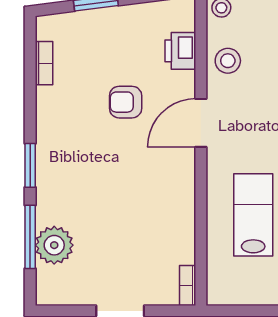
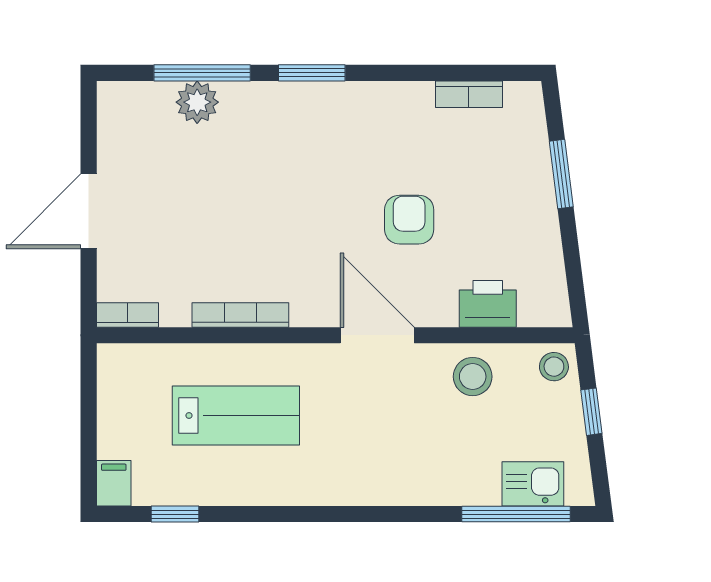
bookcase: (188, 212) -> (240, 315), added
plant: (54, 245) -> (197, 102), width x0.73, depth x0.73

